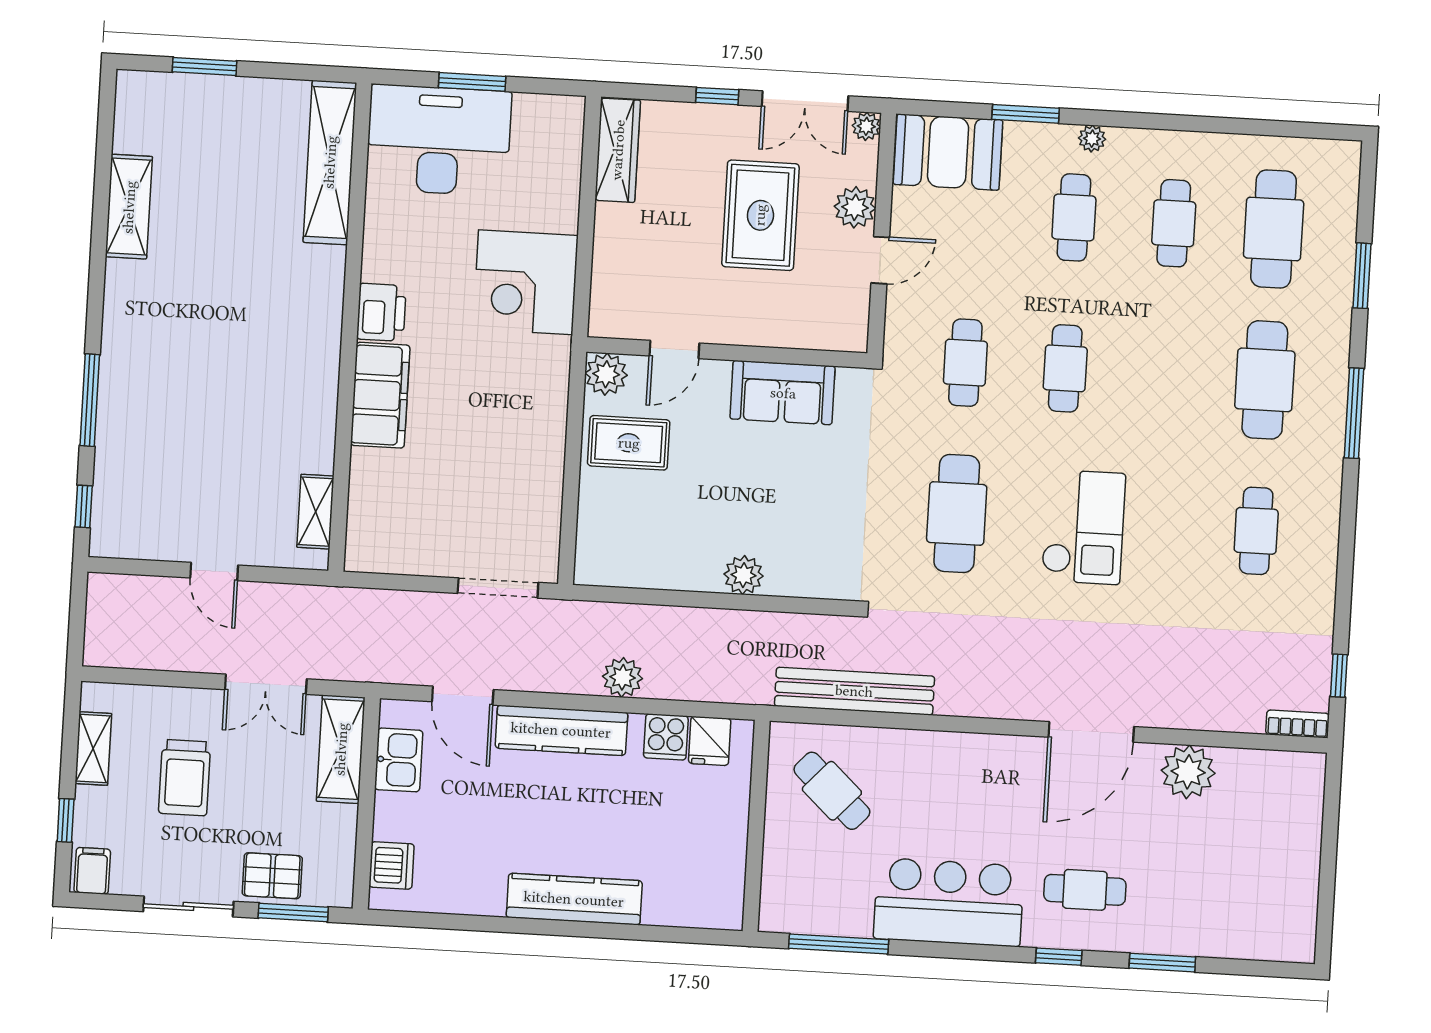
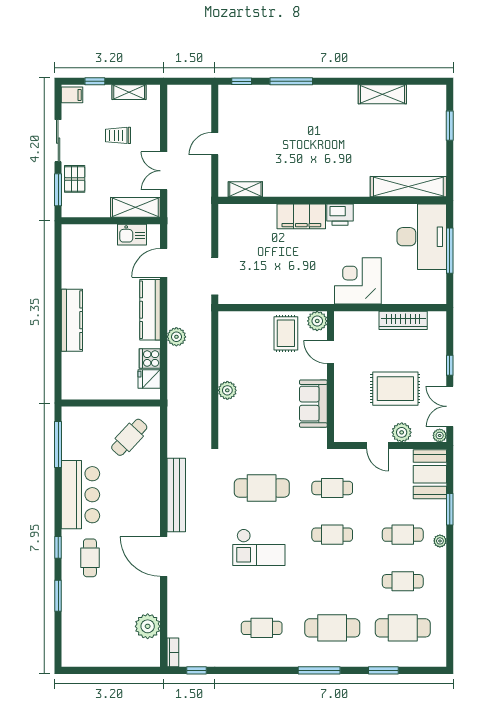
window: (472, 82) -> (450, 251), width x1.44
wardrobe: (618, 150) -> (403, 320), moved
bench: (854, 691) -> (176, 495), moved
plant: (1188, 772) -> (148, 626), moved
trolley: (185, 778) -> (118, 135), width x0.73, depth x0.72
dishwasher: (391, 865) -> (83, 234), removed

